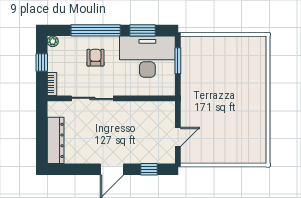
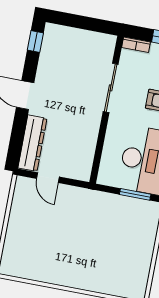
dresser: (56, 140) -> (32, 143), moved, turned -90
window: (149, 169) -> (35, 42), moved

